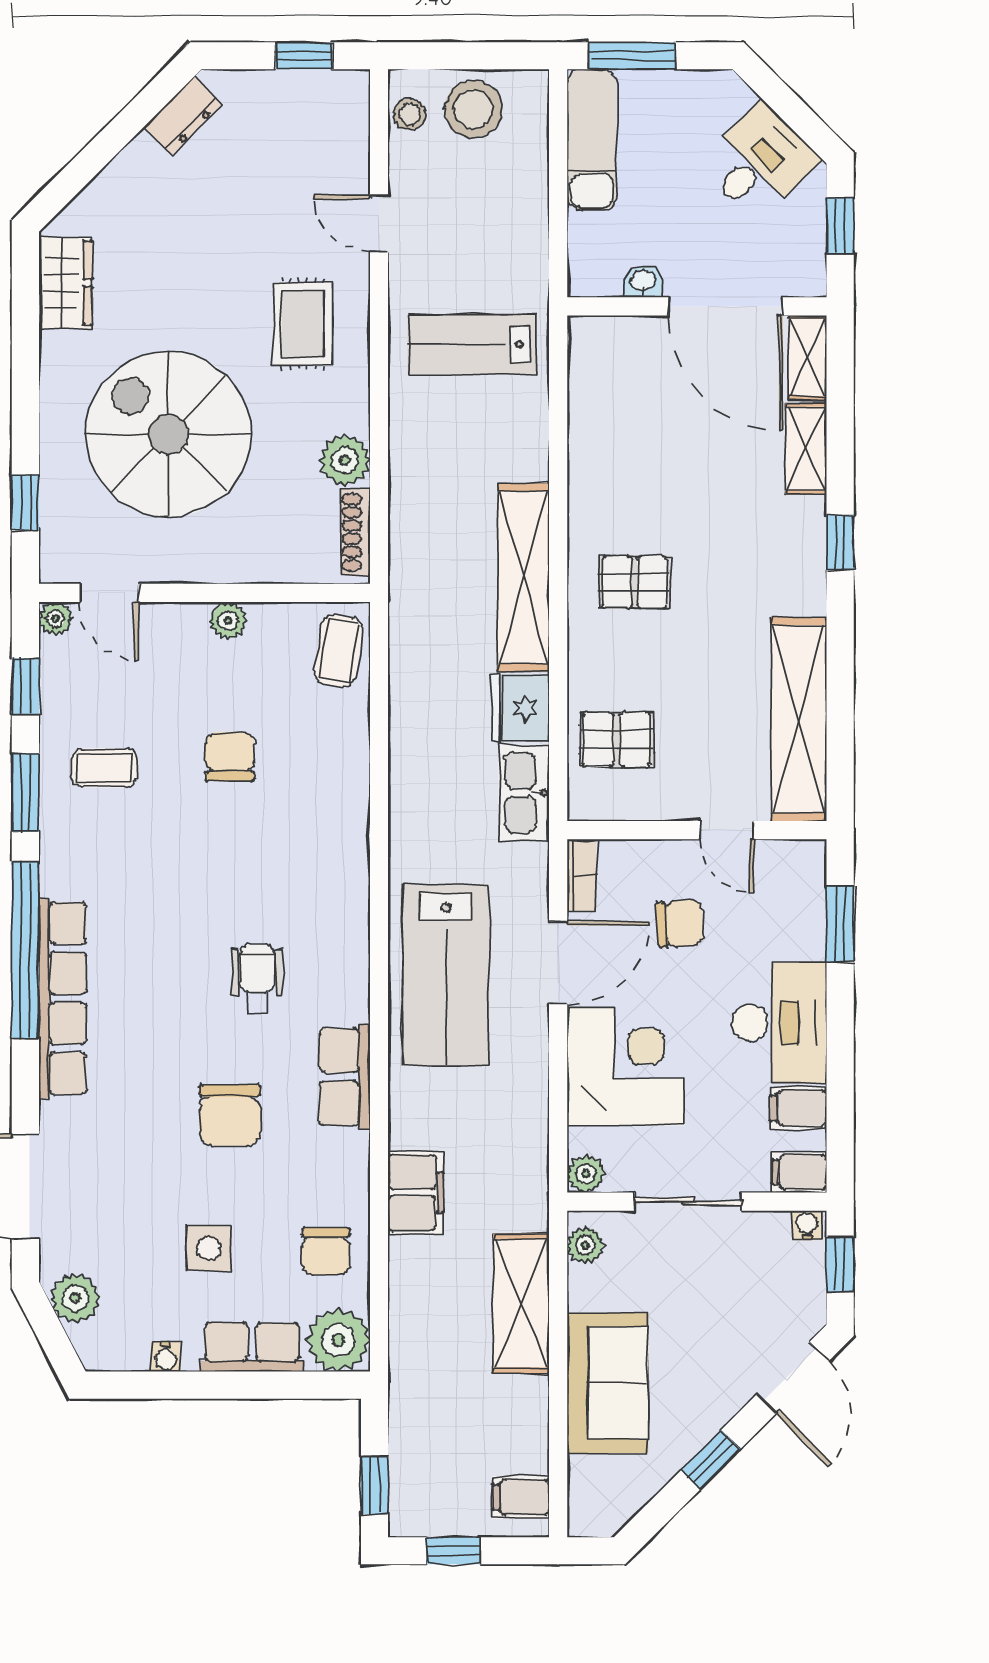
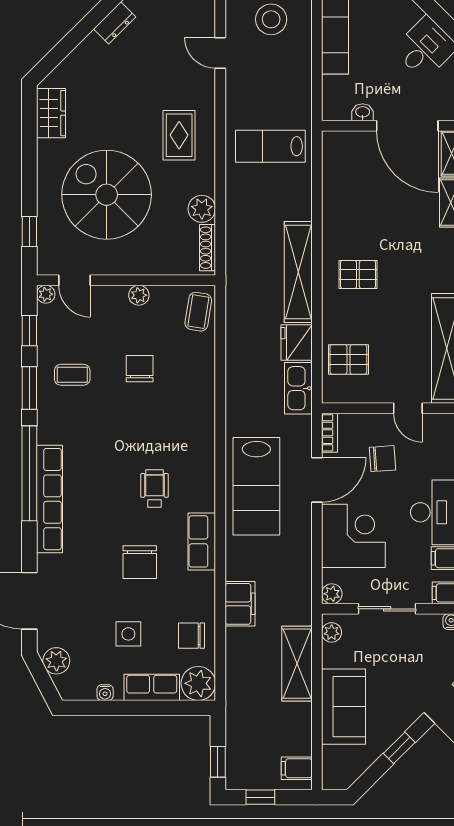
stool: (409, 114) -> (237, 22), removed
door: (379, 223) -> (220, 53), moved
chair: (326, 1251) -> (192, 636), turned 90

